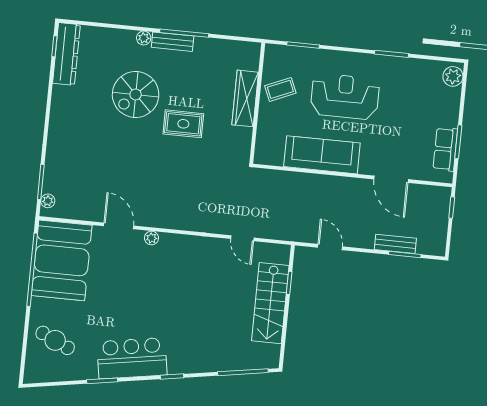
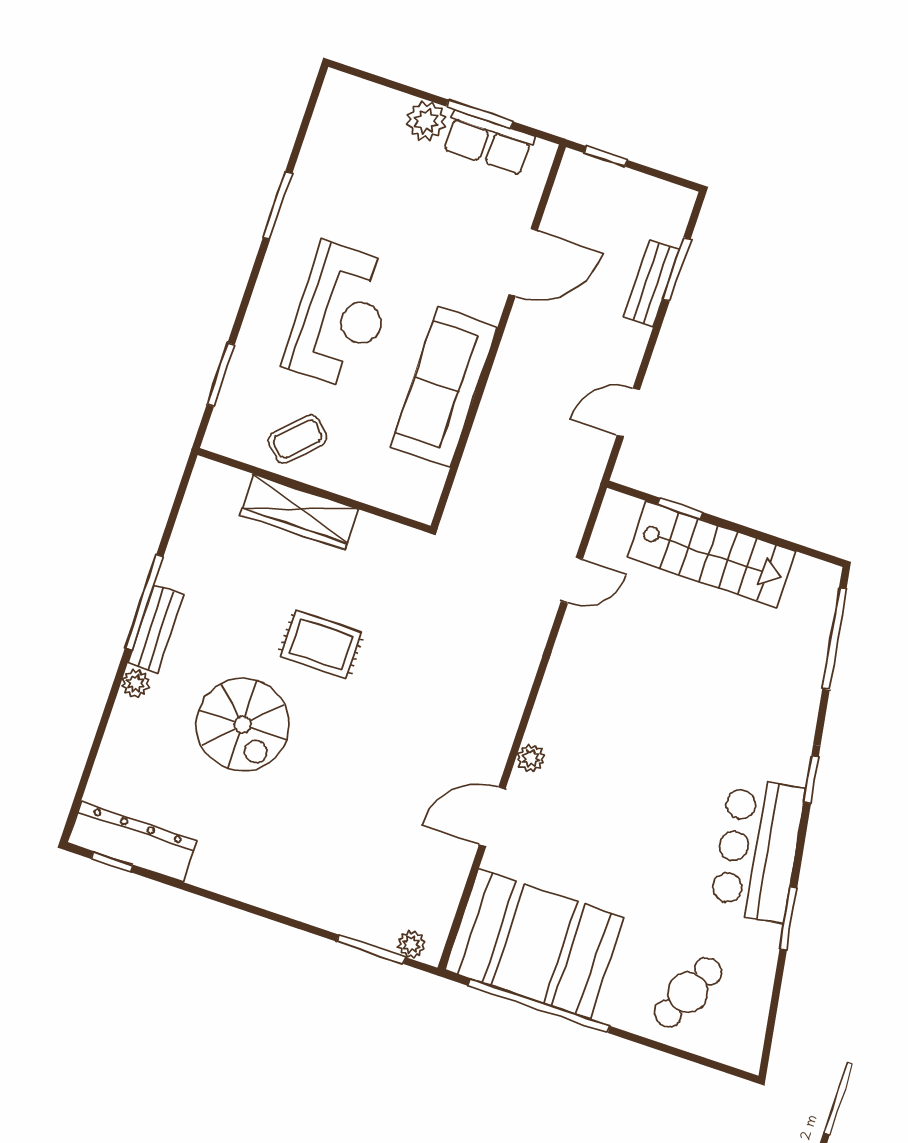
plant: (453, 76) -> (426, 121), moved
coffee table: (280, 89) -> (298, 439), turned 68
reception desk: (345, 97) -> (340, 316), turned 180
rug: (183, 124) -> (321, 644), turned 90

